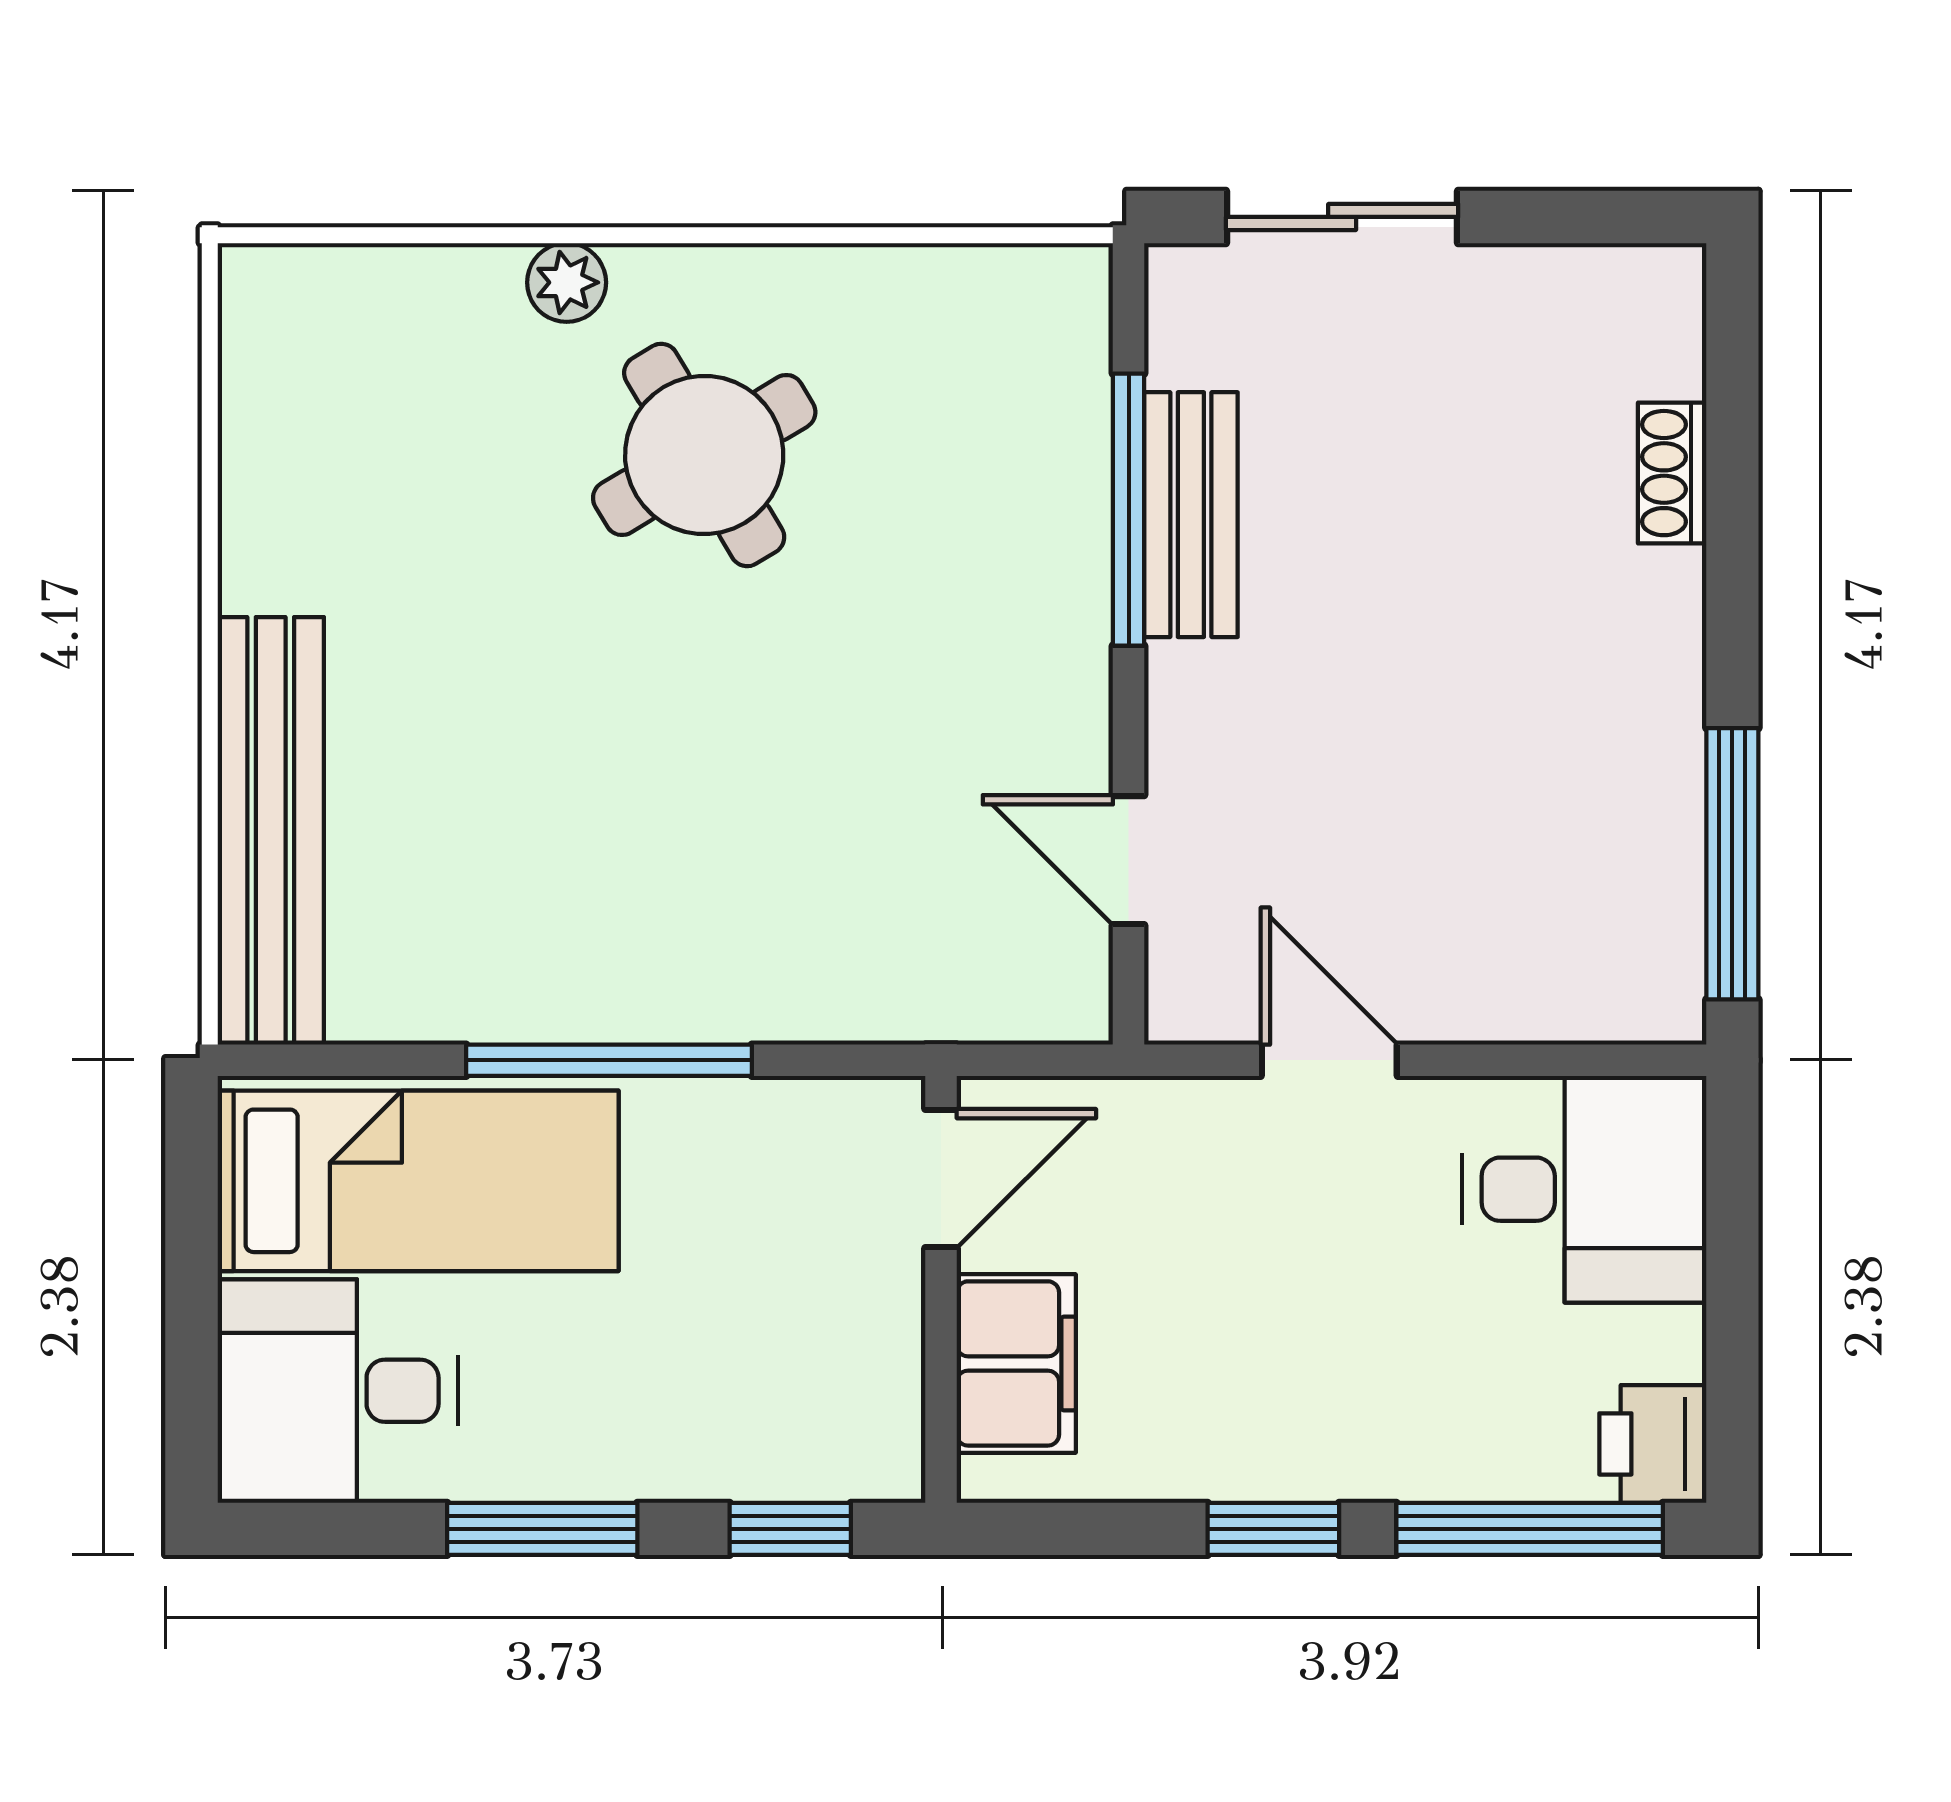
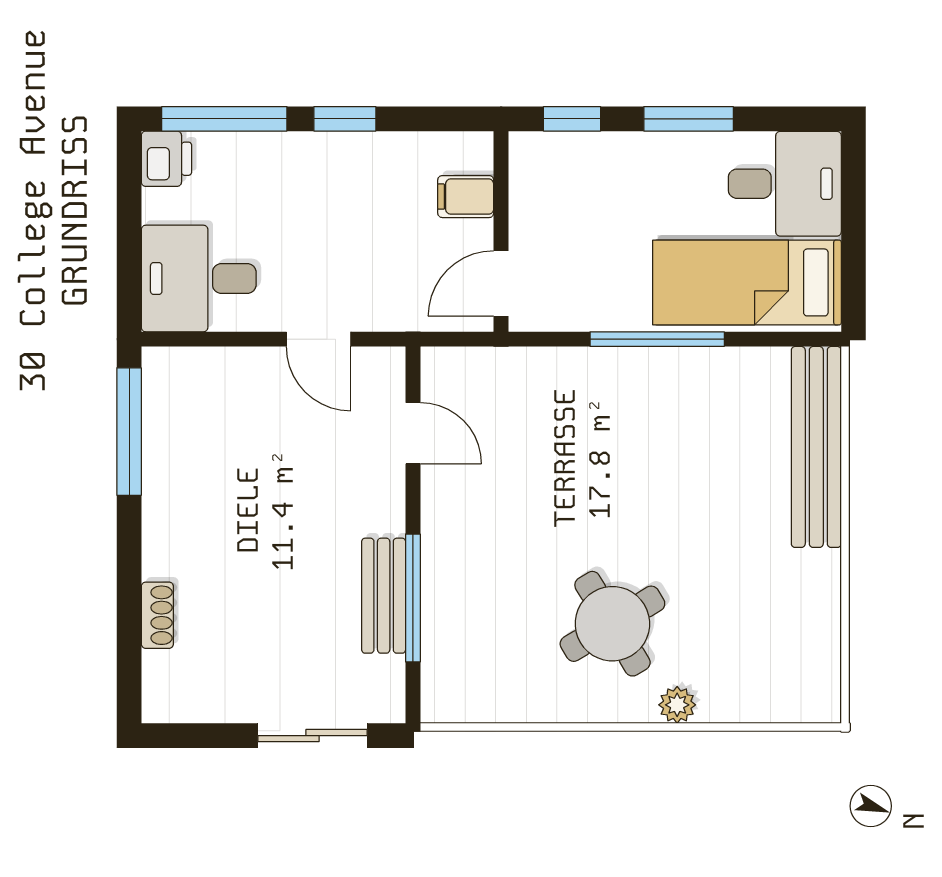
filing cabinet: (1016, 1363) -> (466, 197), width x0.50

